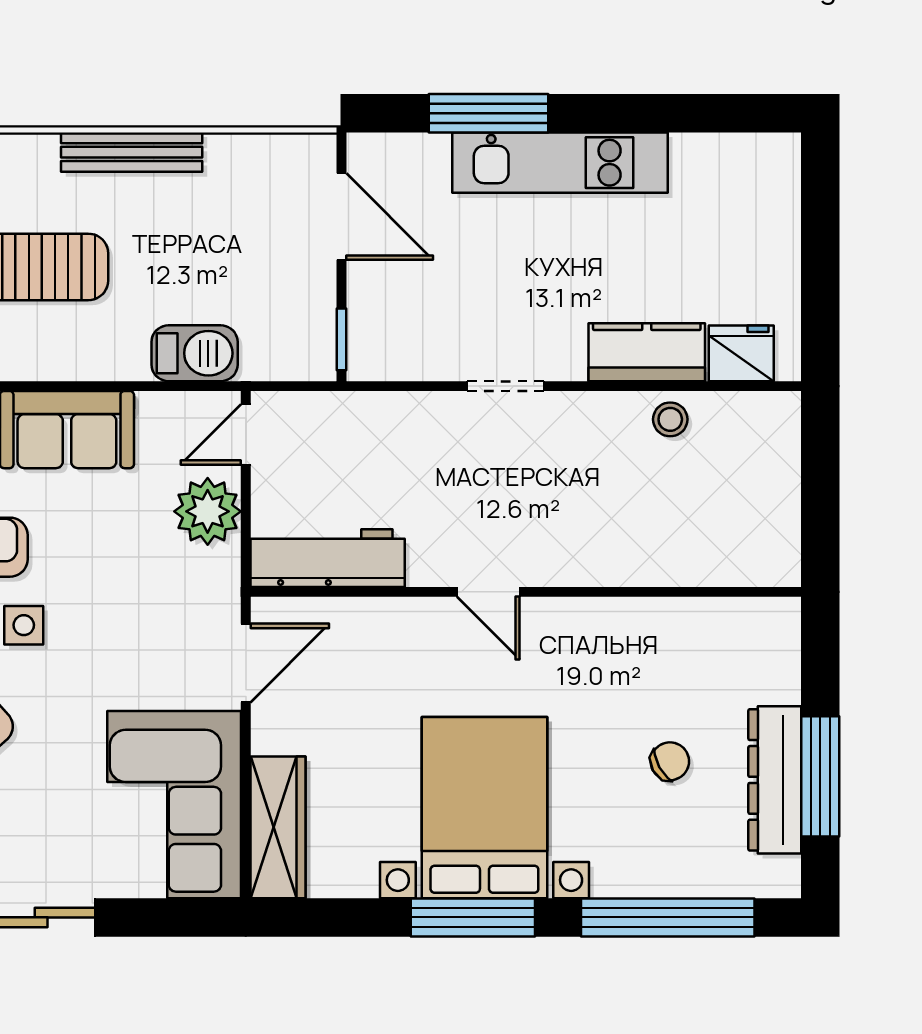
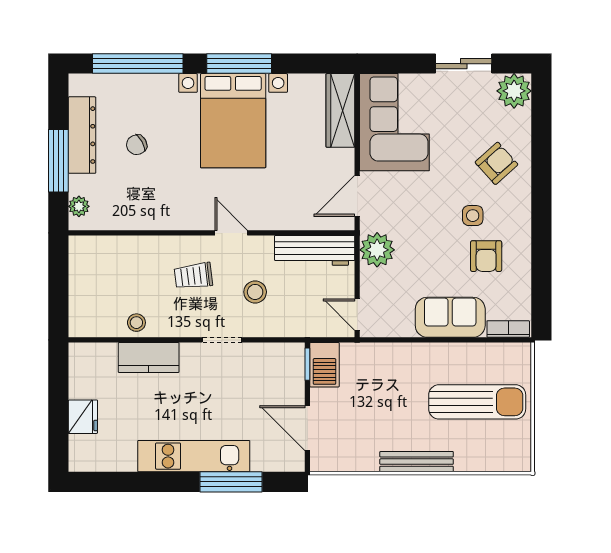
barbecue: (195, 353) -> (324, 365), moved, turned -90
fridge: (741, 353) -> (83, 417), moved, turned -90
door: (246, 435) -> (357, 315), swing flipped
stool: (442, 478) -> (255, 292), added
trolley: (561, 509) -> (193, 276), added
plant: (208, 511) -> (377, 250), moved
plant: (781, 643) -> (79, 206), added
window: (820, 776) -> (58, 161), moved

